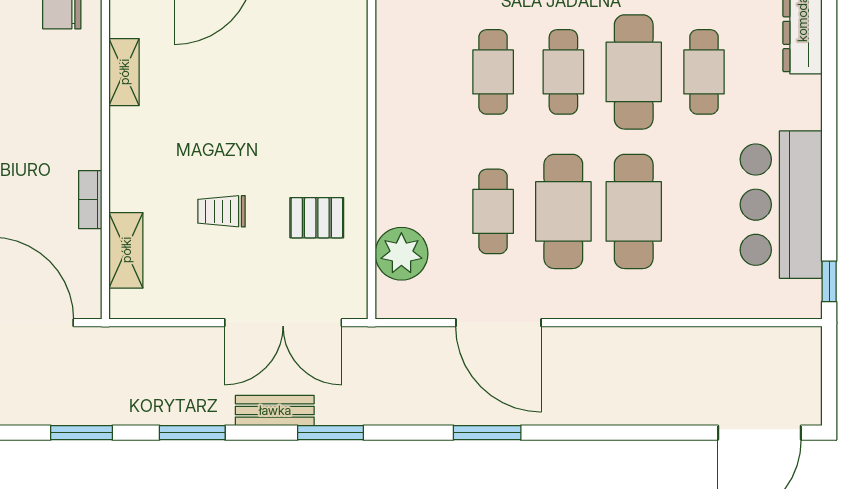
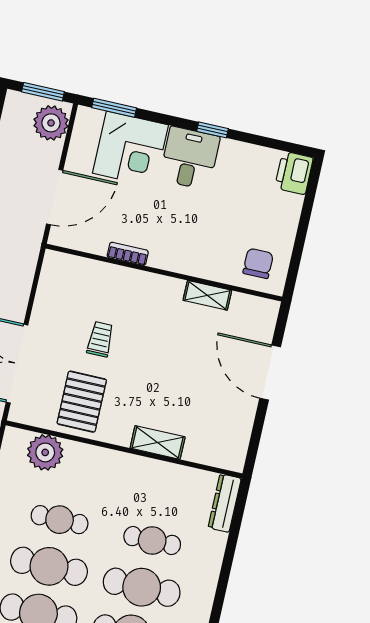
cafe table: (563, 72) -> (142, 587), width x1.37, depth x1.35
pallet: (317, 218) -> (82, 402), width x1.50, depth x1.42
shelving: (126, 250) -> (158, 442), moved

